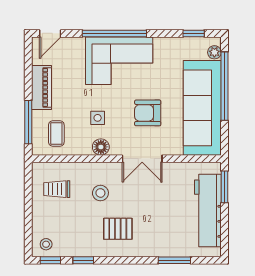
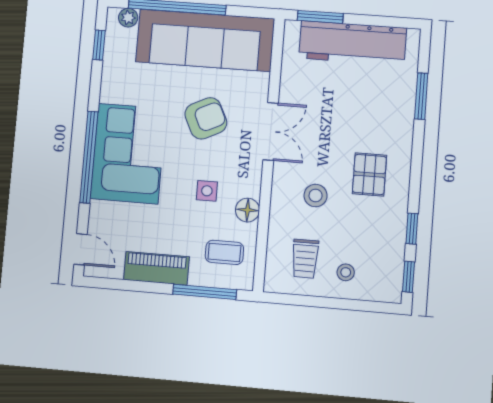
armchair: (148, 113) -> (206, 118), turned -116
floor lamp: (101, 147) -> (247, 210), moved
stool: (46, 244) -> (346, 272), moved

